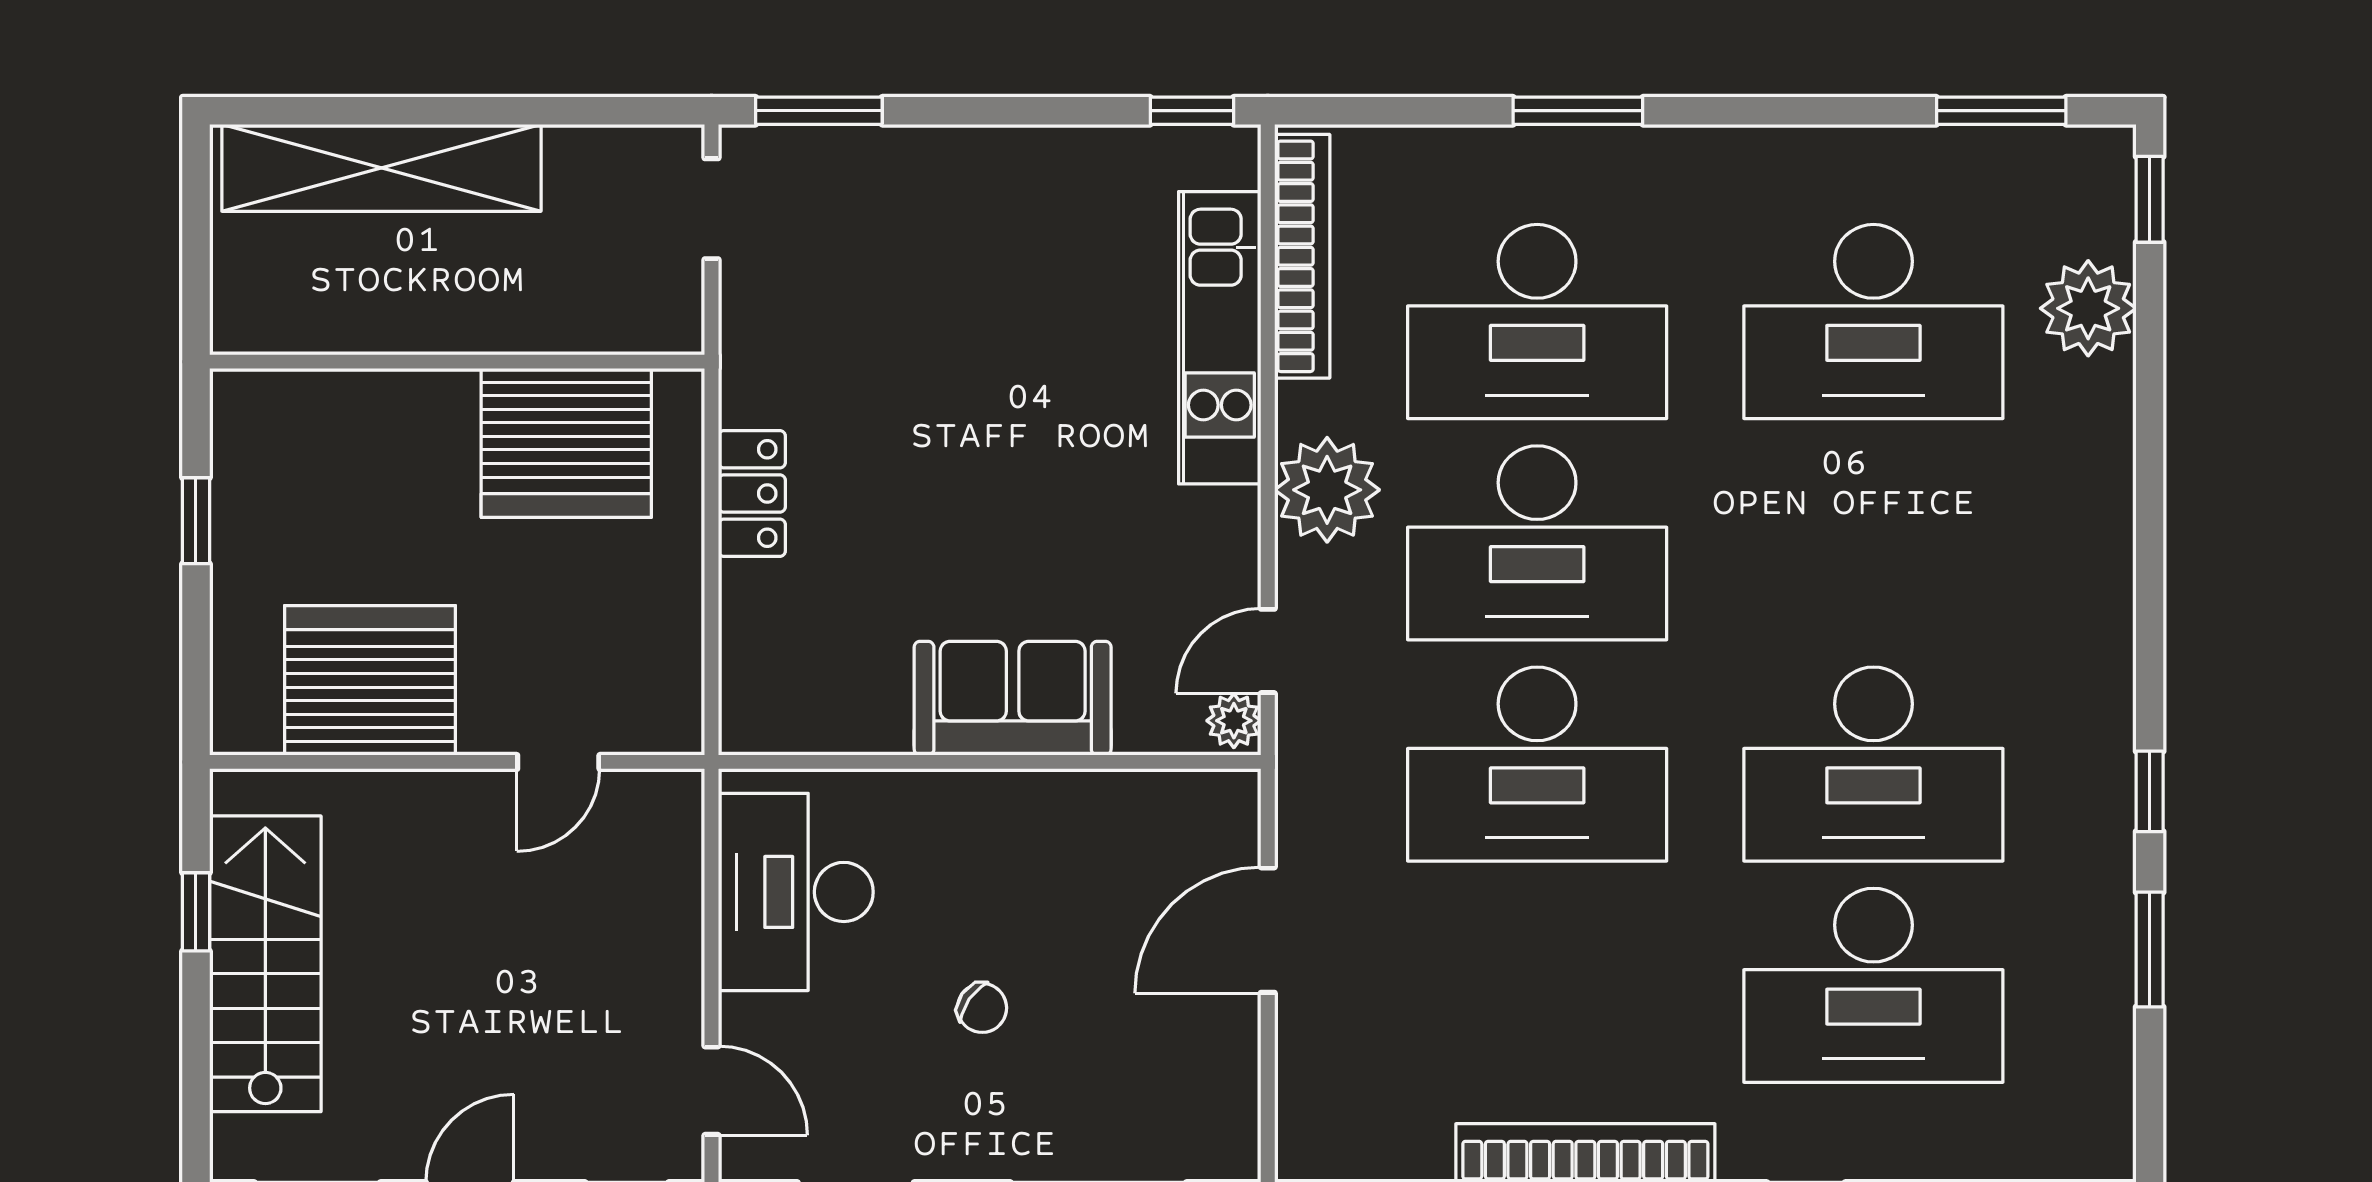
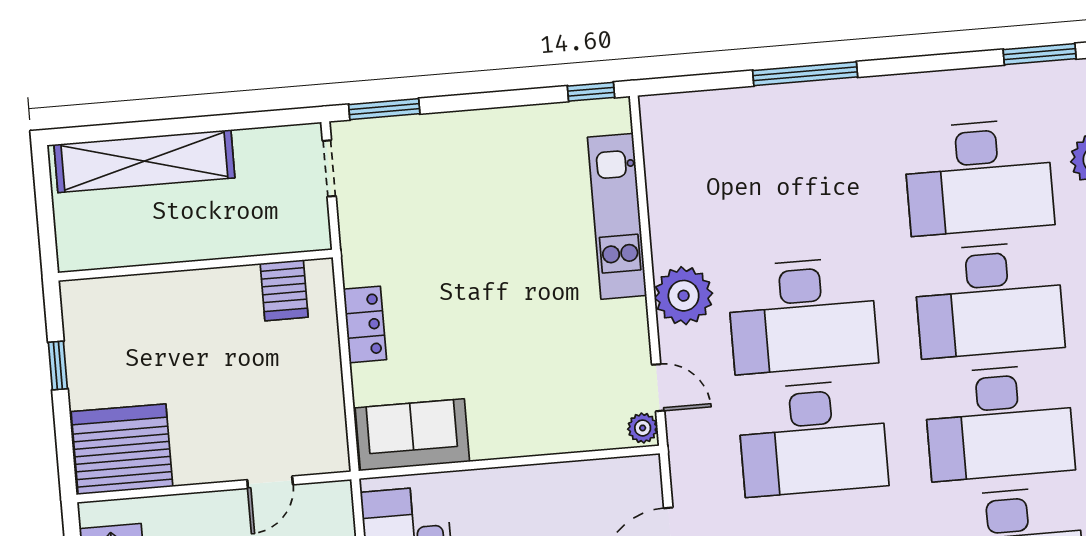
window: (1578, 111) -> (805, 74), width x1.44
bookcase: (1302, 256) -> (659, 167), removed
desk: (1537, 322) -> (989, 300), moved
server rack: (566, 443) -> (284, 290), width x0.46, depth x0.70
door: (1268, 651) -> (658, 388), swing flipped
server rack: (370, 680) -> (122, 449), moved
sofa: (1013, 698) -> (412, 435), moved

